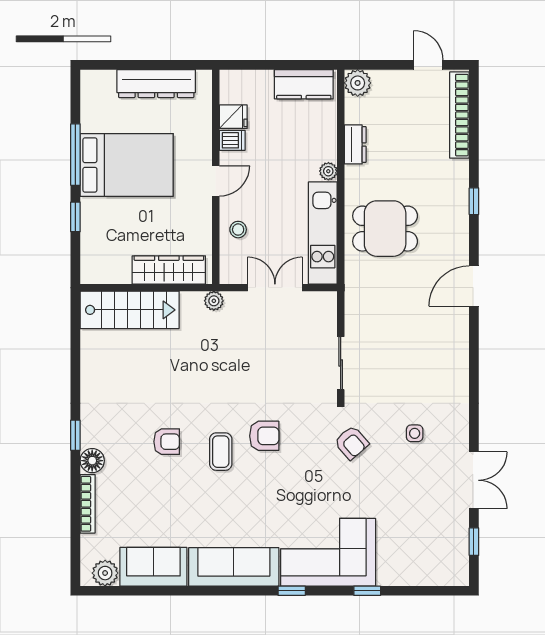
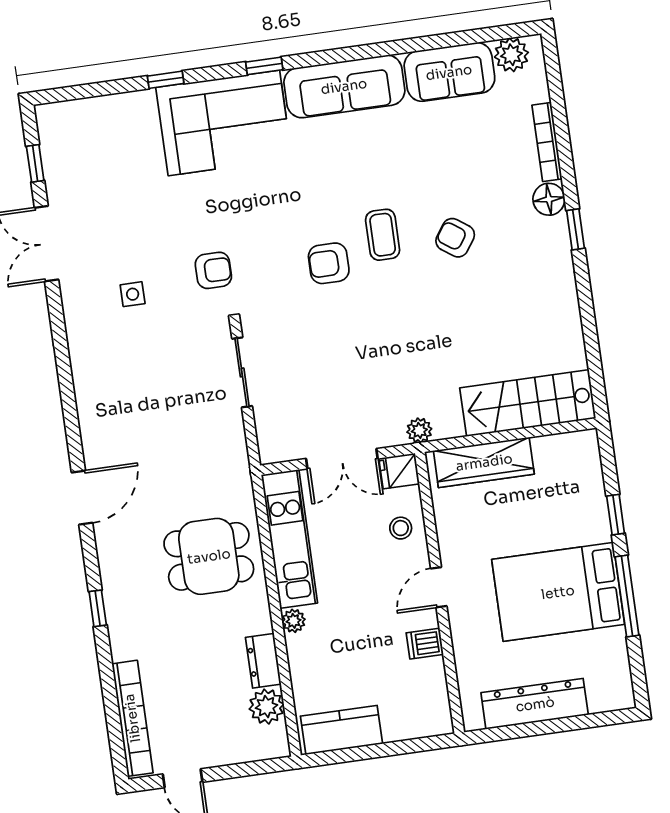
plant: (358, 83) -> (267, 707), moved
fridge: (233, 117) -> (399, 471), moved
armchair: (167, 442) -> (455, 238), turned 35
armchair: (352, 443) -> (213, 270), turned 131

